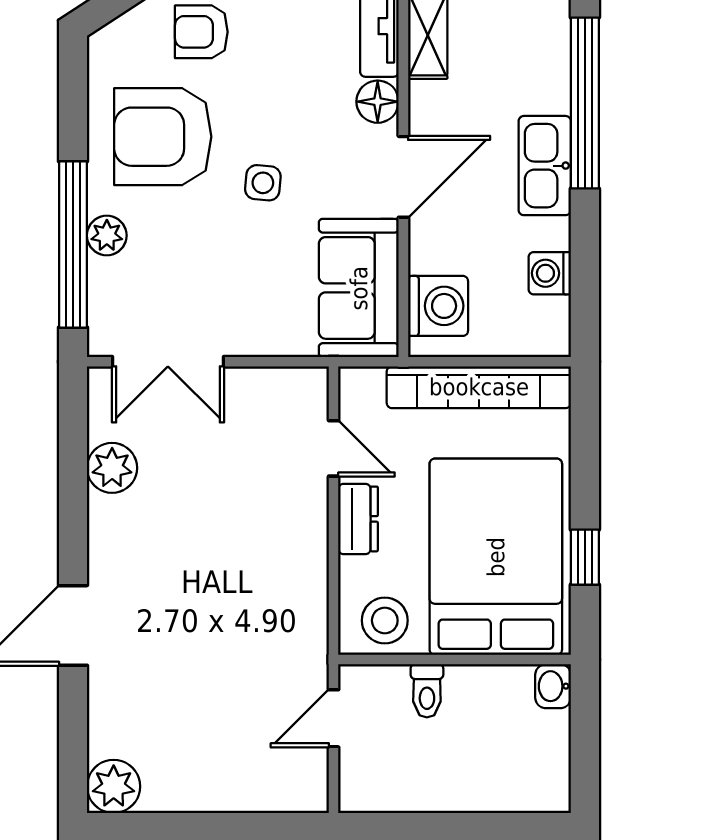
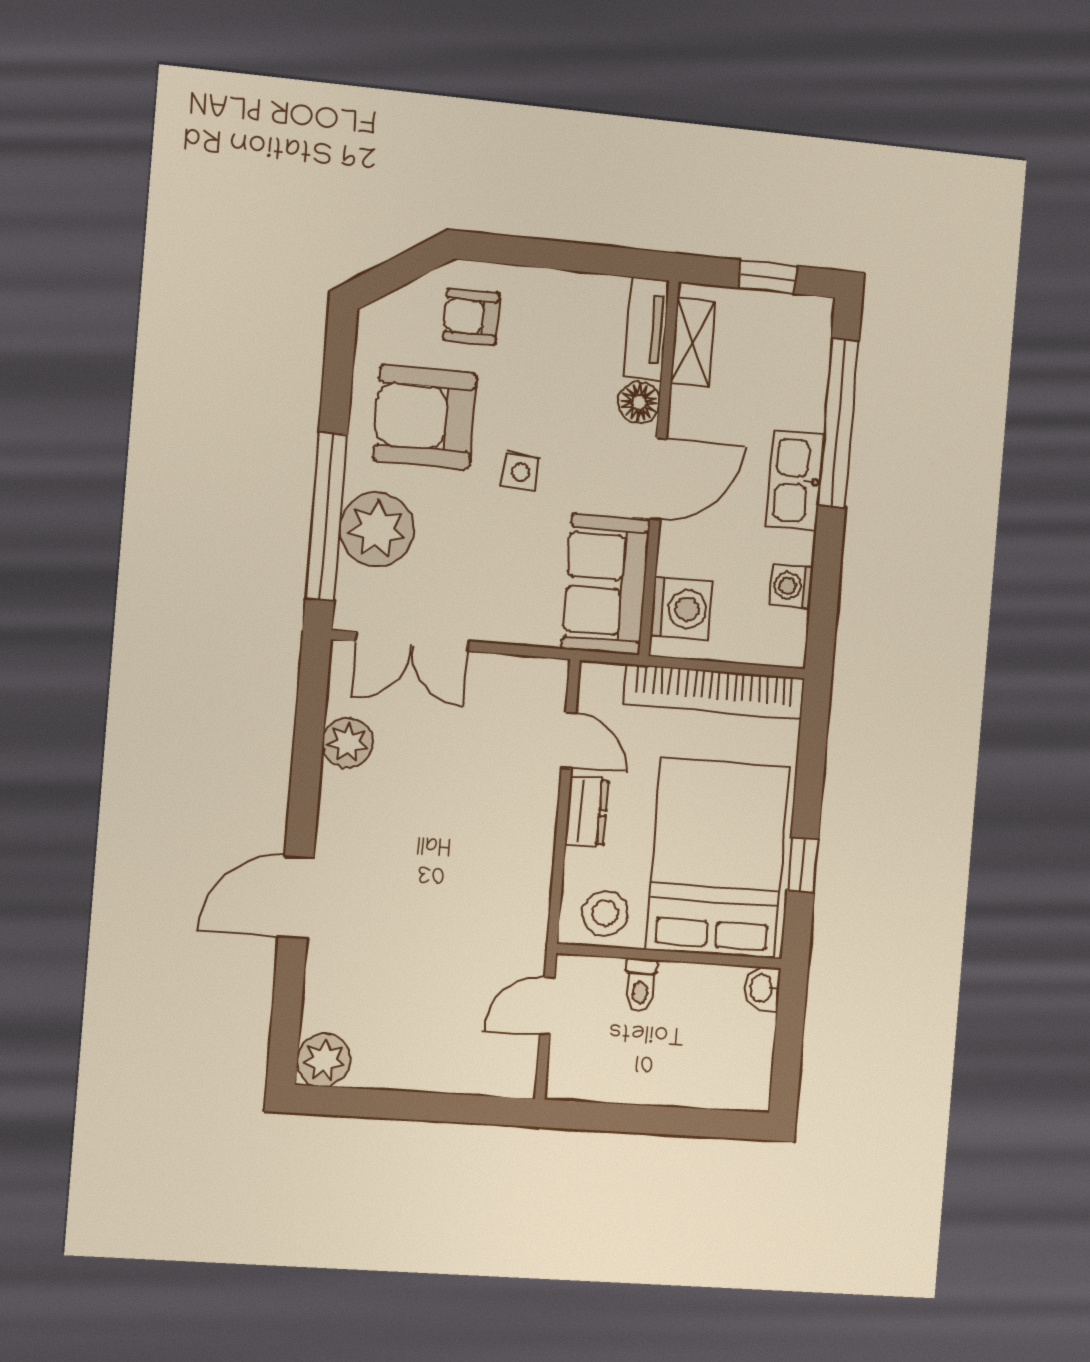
plant: (107, 235) -> (377, 529), width x1.88, depth x1.88

